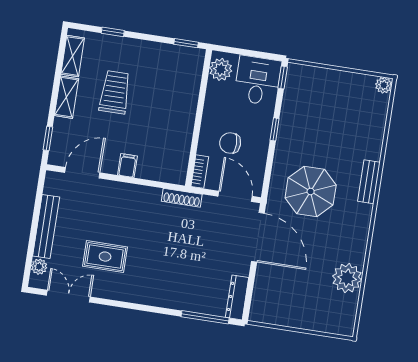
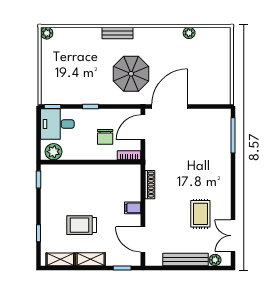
shoe rack: (182, 198) -> (150, 185), moved
plant: (347, 278) -> (189, 33), width x0.53, depth x0.53
dresser: (237, 297) -> (215, 115), removed

